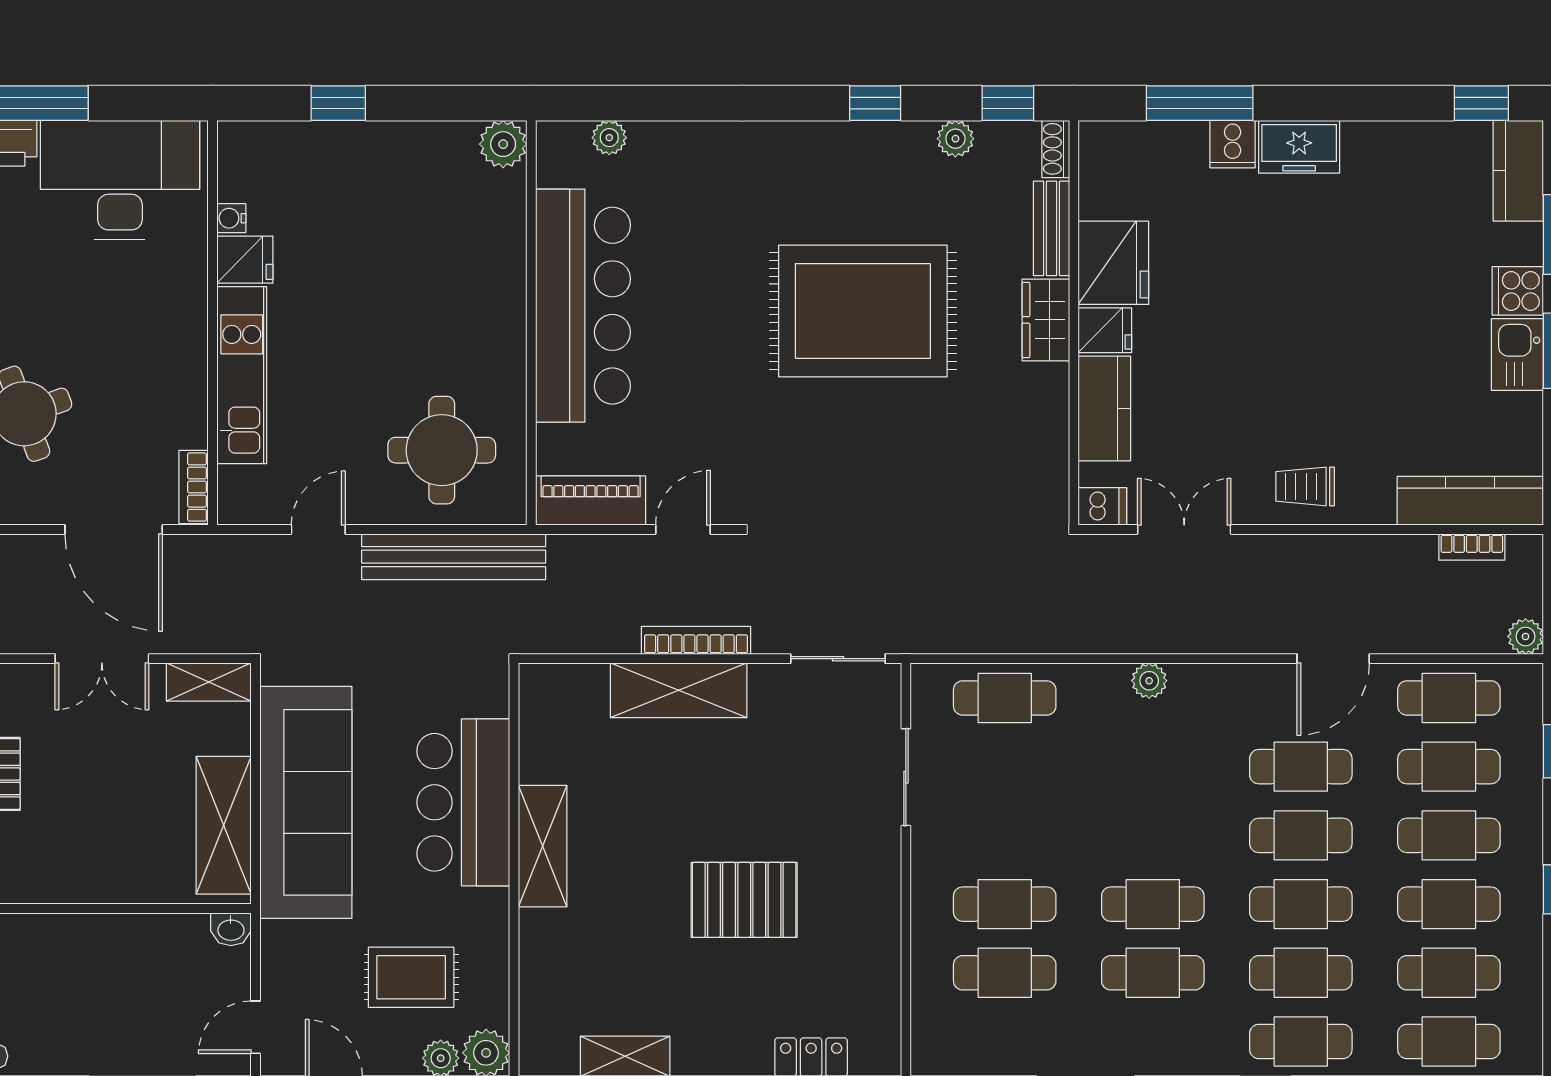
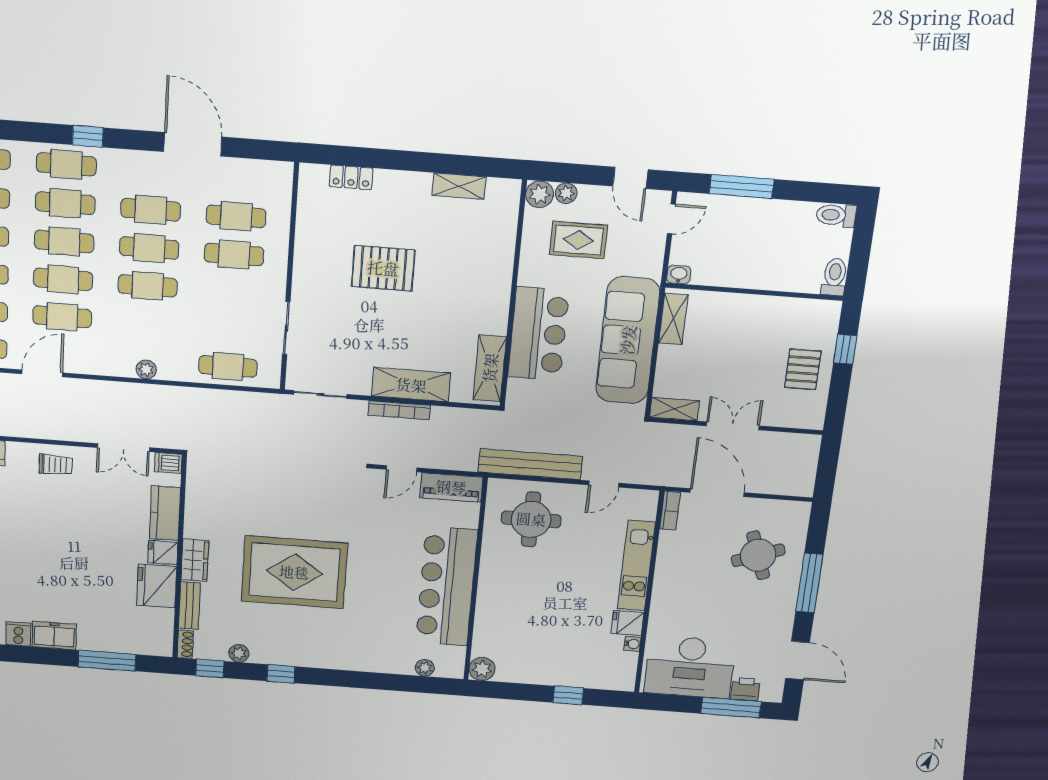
cooker: (1233, 144) -> (18, 634), moved
shelving: (224, 825) -> (673, 319), width x0.67, depth x0.75
cafe table: (1153, 835) -> (148, 286), added
shelving: (543, 846) -> (490, 368), moved

